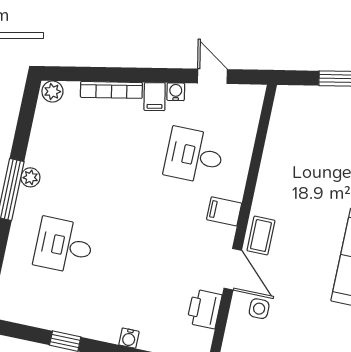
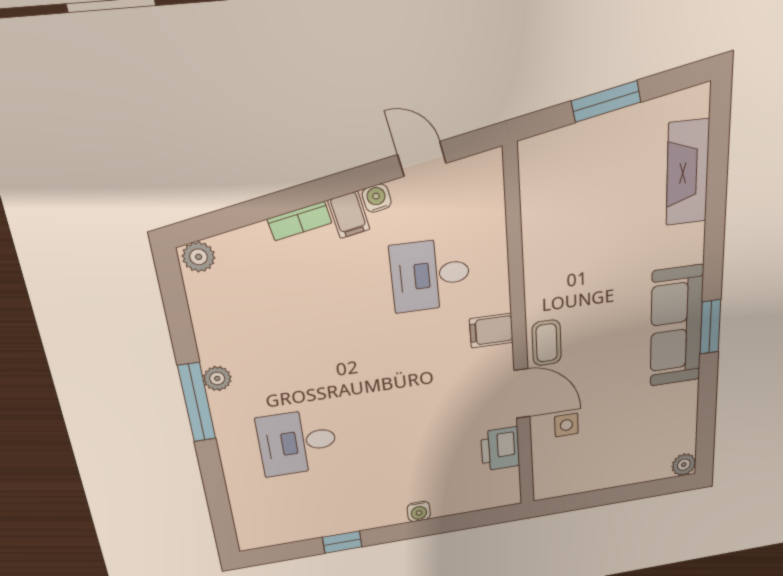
bookcase: (111, 90) -> (300, 221), width x0.64

